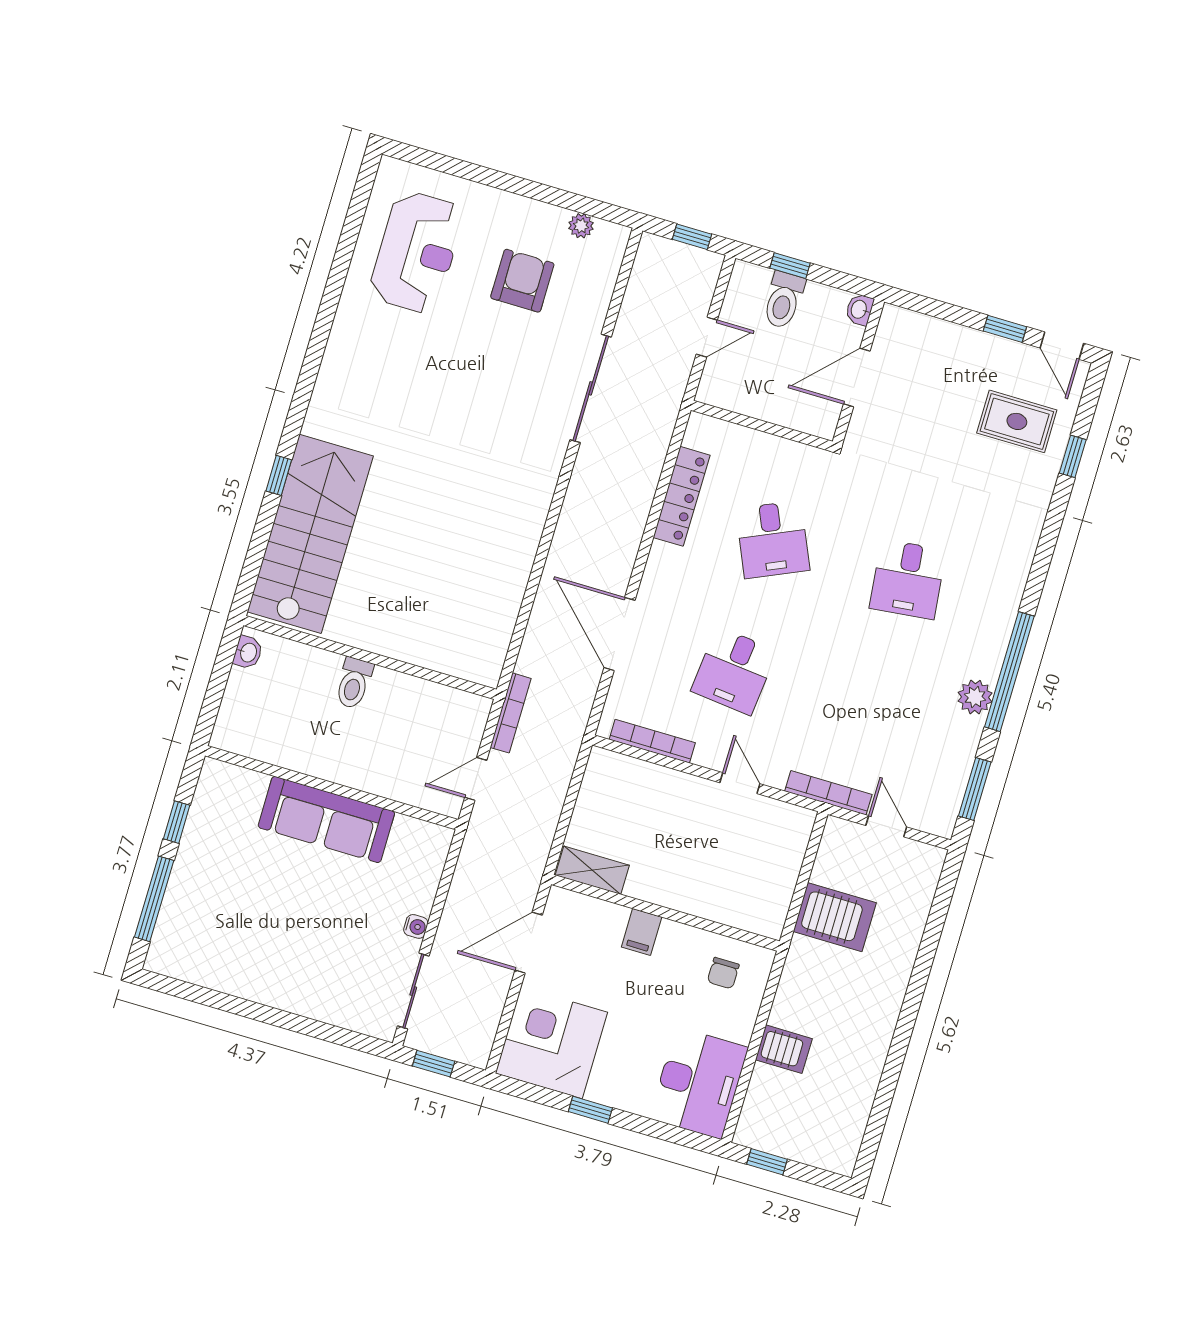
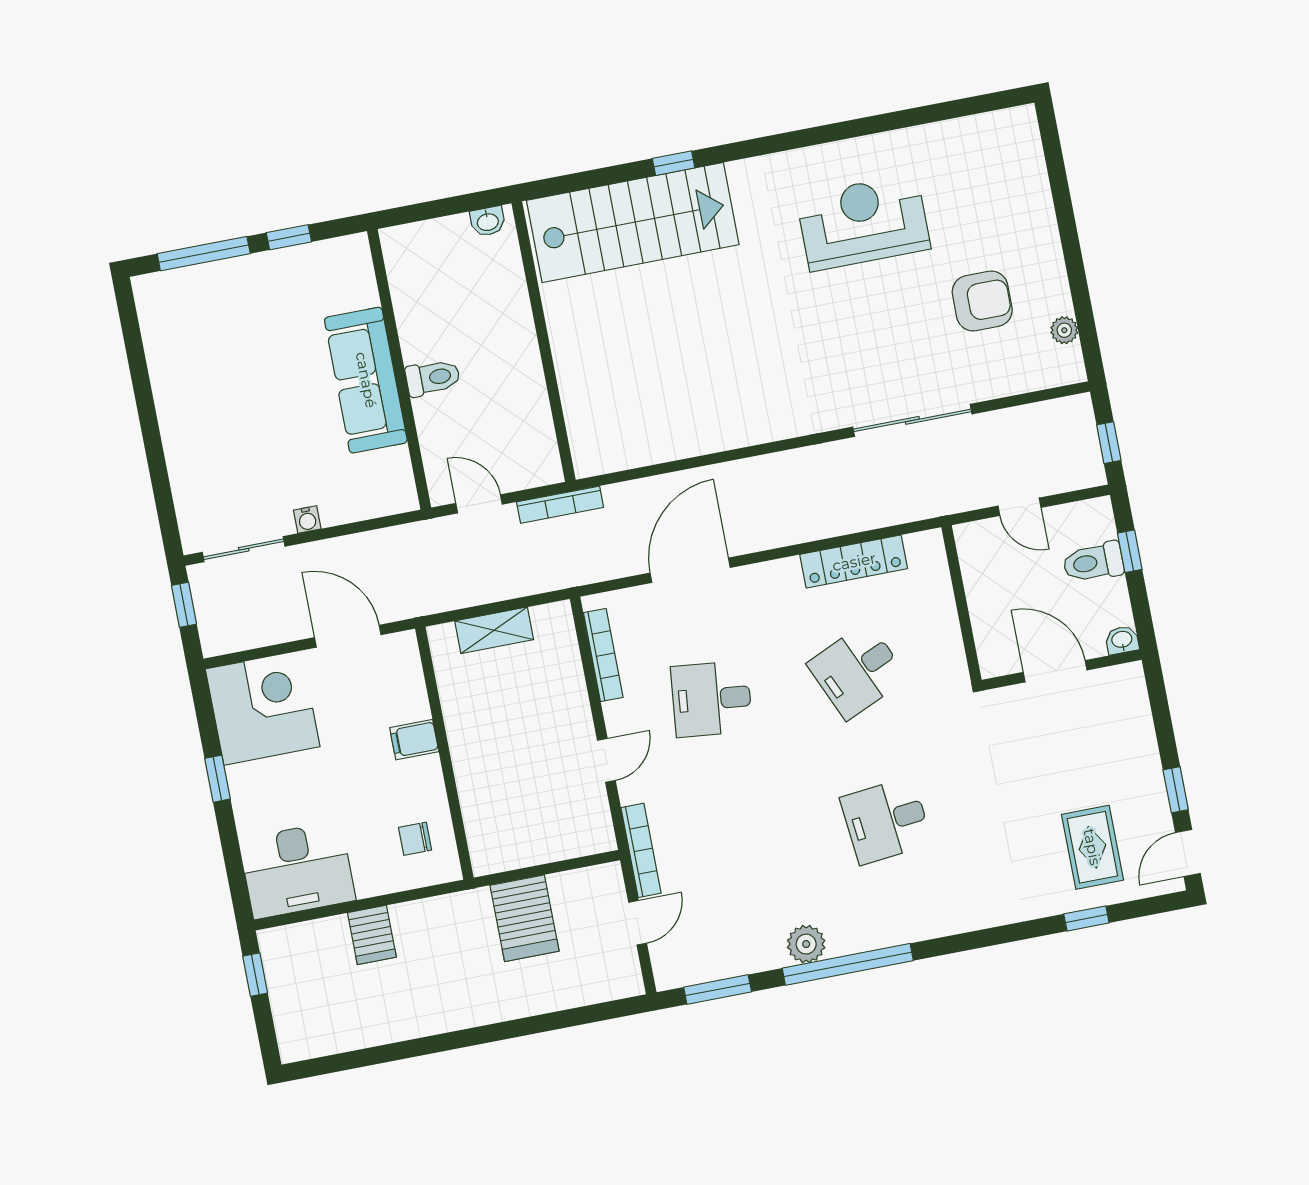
reception desk: (417, 252) -> (863, 222), moved, turned 180
toilet: (354, 683) -> (433, 378), moved, turned 180
shelving: (592, 870) -> (494, 630), moved, turned 90

